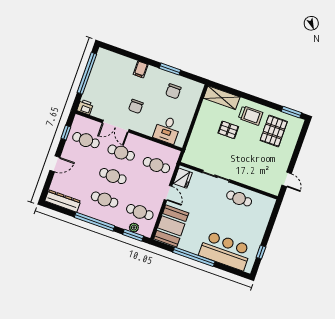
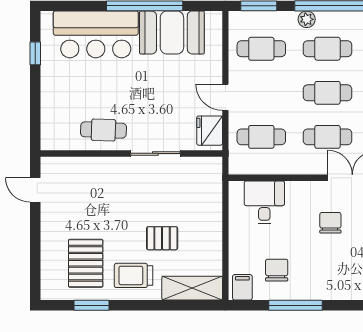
filing cabinet: (141, 69) -> (242, 287), moved
window: (170, 69) -> (295, 305), width x1.44
window: (291, 112) -> (92, 305), moved
booth: (171, 226) -> (172, 33), moved, turned 90
plant: (134, 228) -> (307, 19), moved

